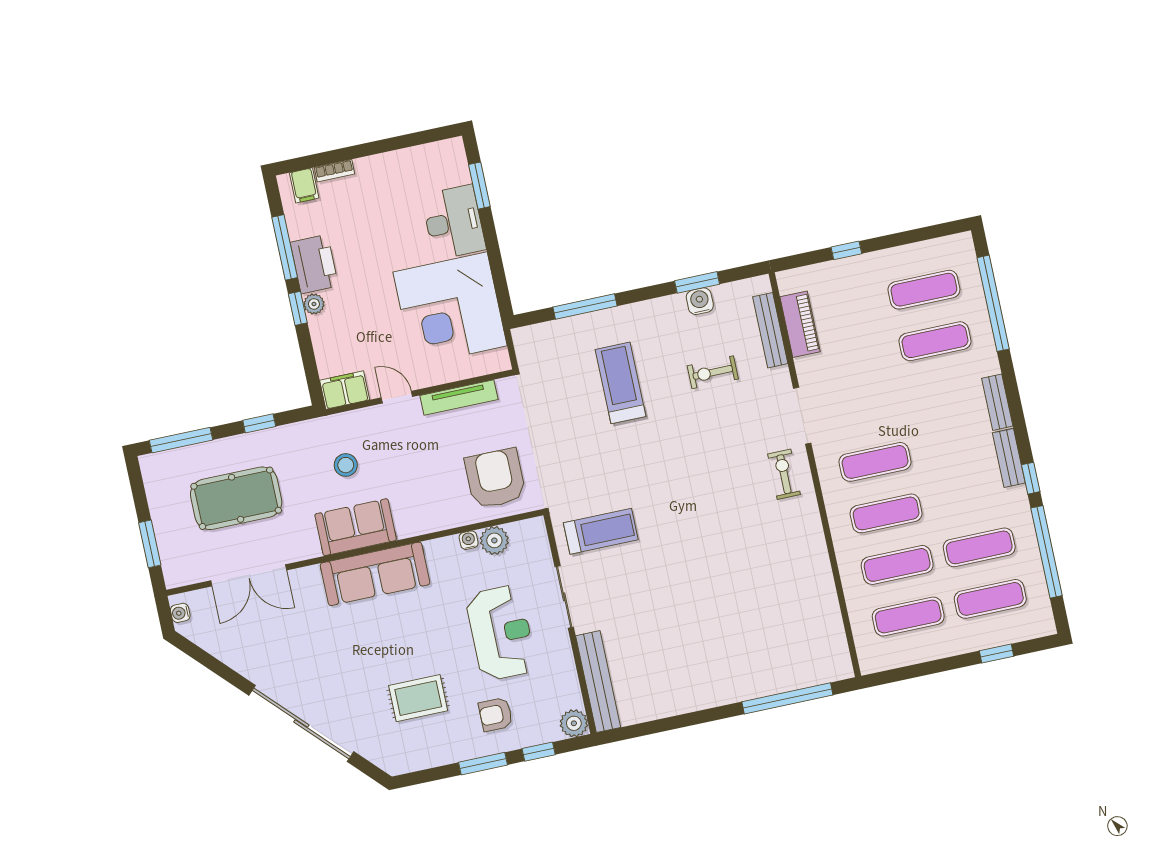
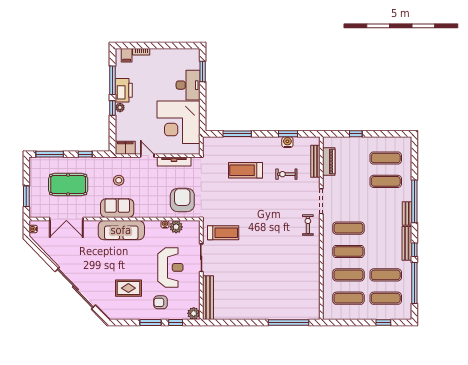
window: (993, 303) -> (414, 201), moved
treadmill: (620, 383) -> (245, 170), turned -90
bench: (1009, 458) -> (407, 243), width x1.36

